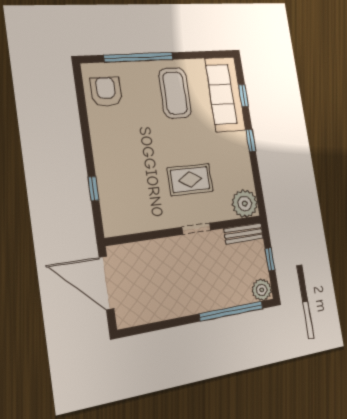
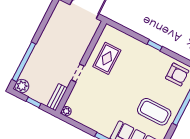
rug: (190, 180) -> (107, 58), moved
window: (93, 189) -> (155, 45), moved
plant: (245, 203) -> (66, 111), width x0.53, depth x0.53

